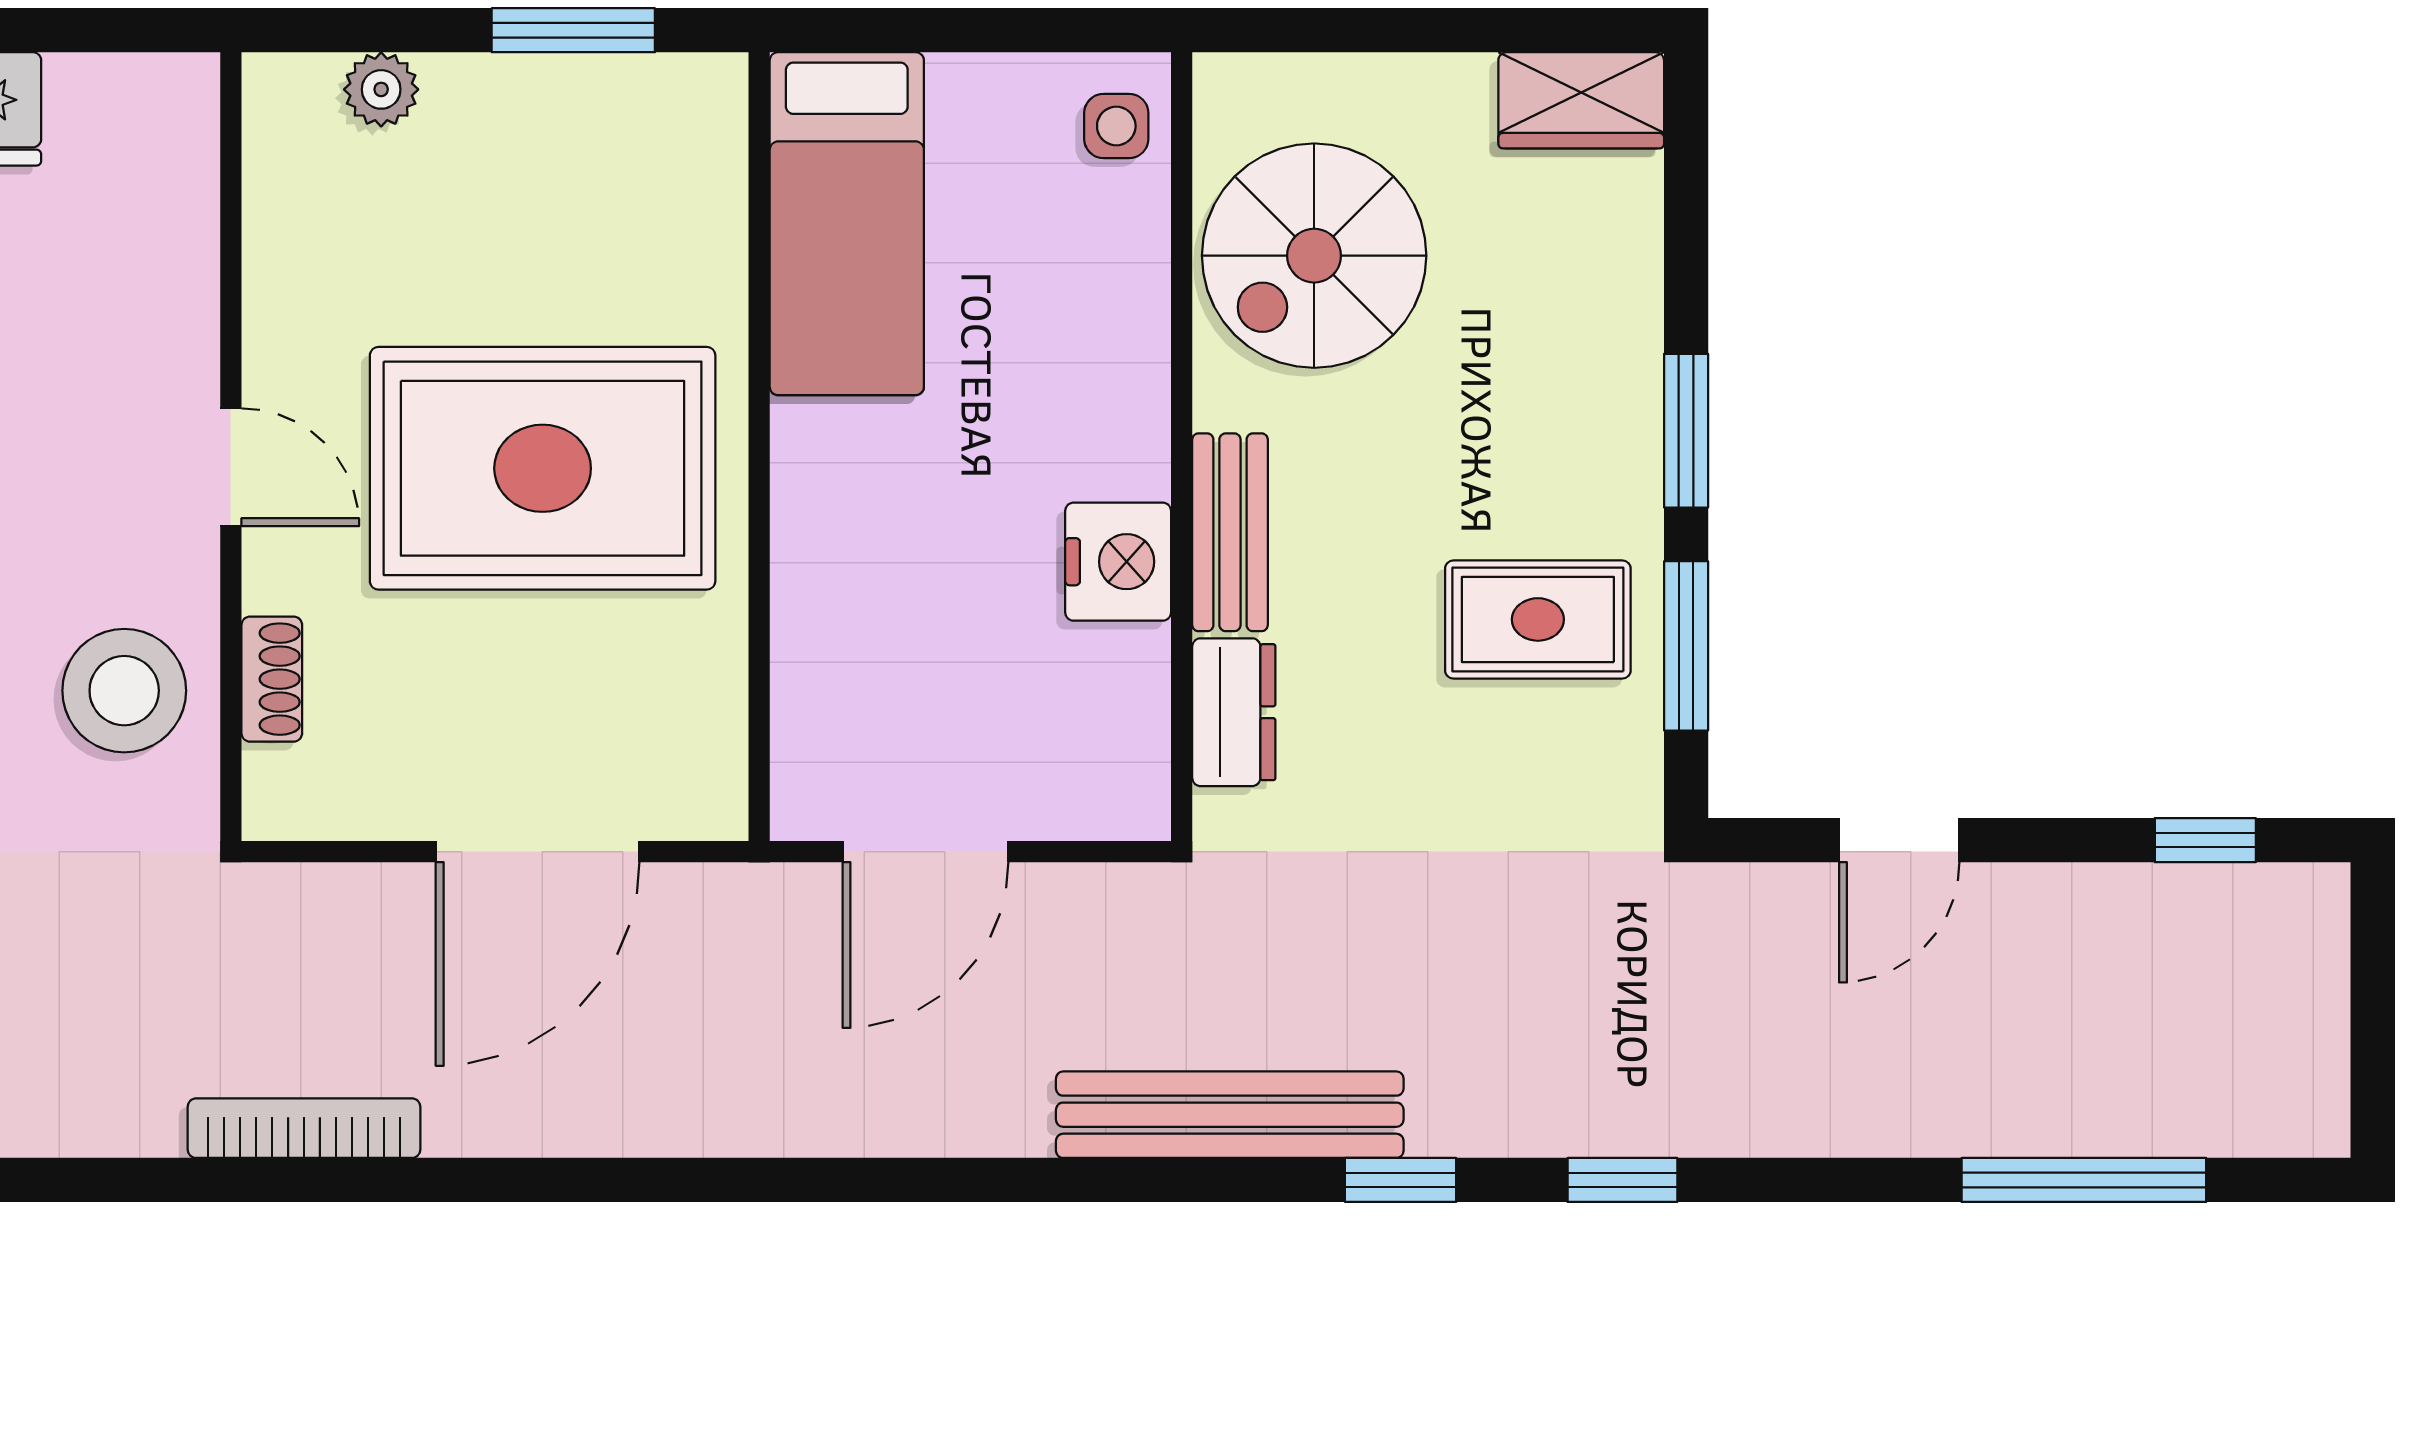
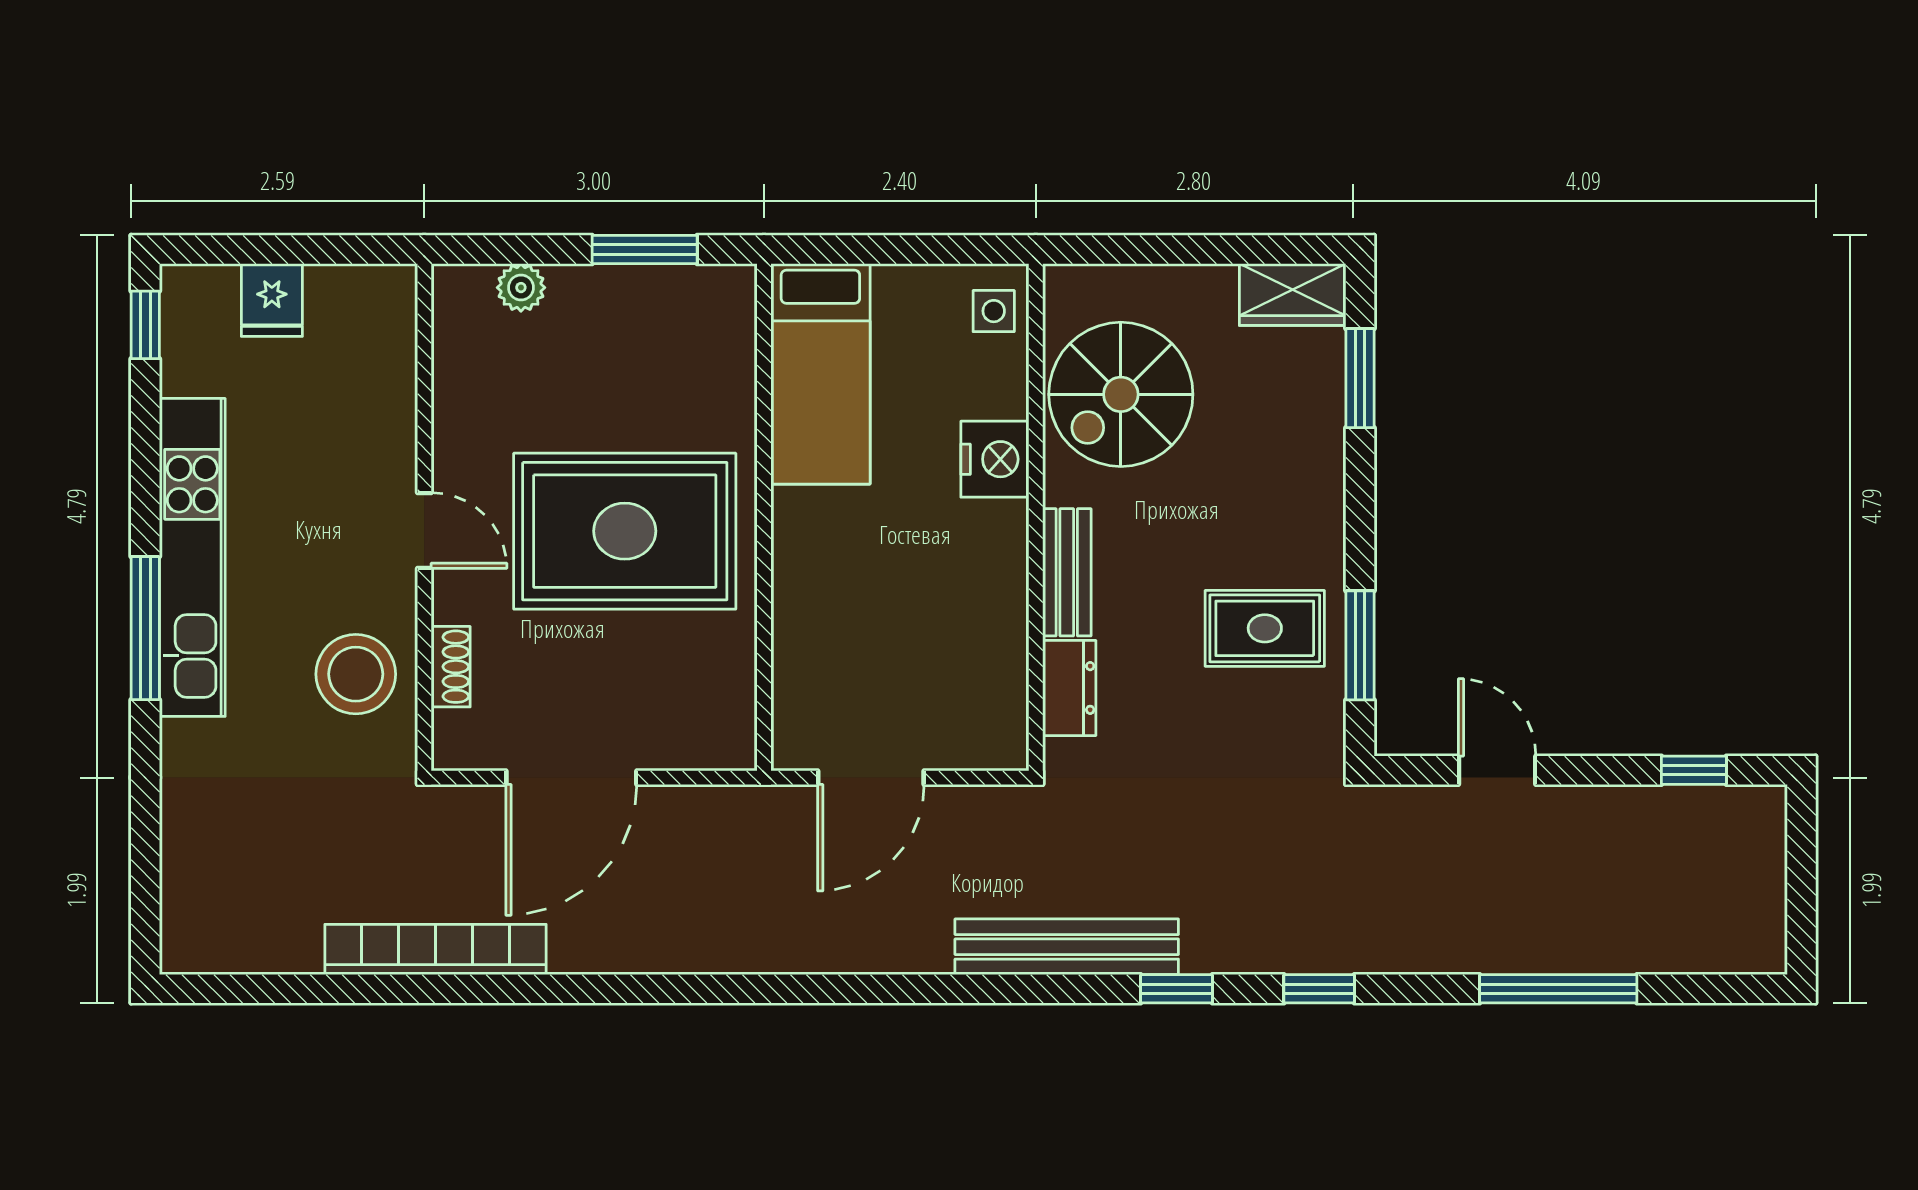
window: (1686, 431) -> (1360, 378), moved
nightstand: (1118, 562) -> (995, 459), moved
door: (1899, 840) -> (1497, 770), swing flipped
door: (538, 852) -> (571, 778), moved
bookcase: (304, 1128) -> (435, 949), width x1.48, depth x1.31
window: (2084, 1180) -> (1558, 989), moved

